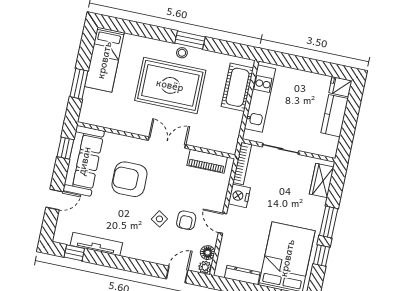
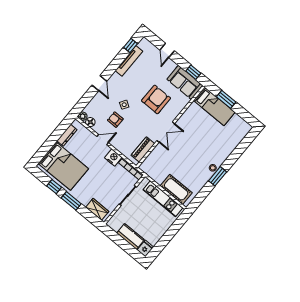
bed: (104, 60) -> (214, 106), moved, turned 180
rug: (170, 85) -> (198, 151), removed
sofa: (84, 161) -> (185, 82), width x0.73
door: (177, 274) -> (99, 83), moved

